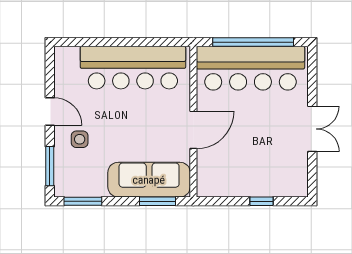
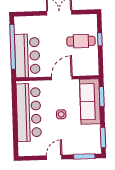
bar counter: (251, 68) -> (27, 56), width x0.73
door: (193, 130) -> (62, 78), hinge flipped
side table: (80, 139) -> (61, 114), moved
cafe table: (259, 167) -> (81, 41), added

